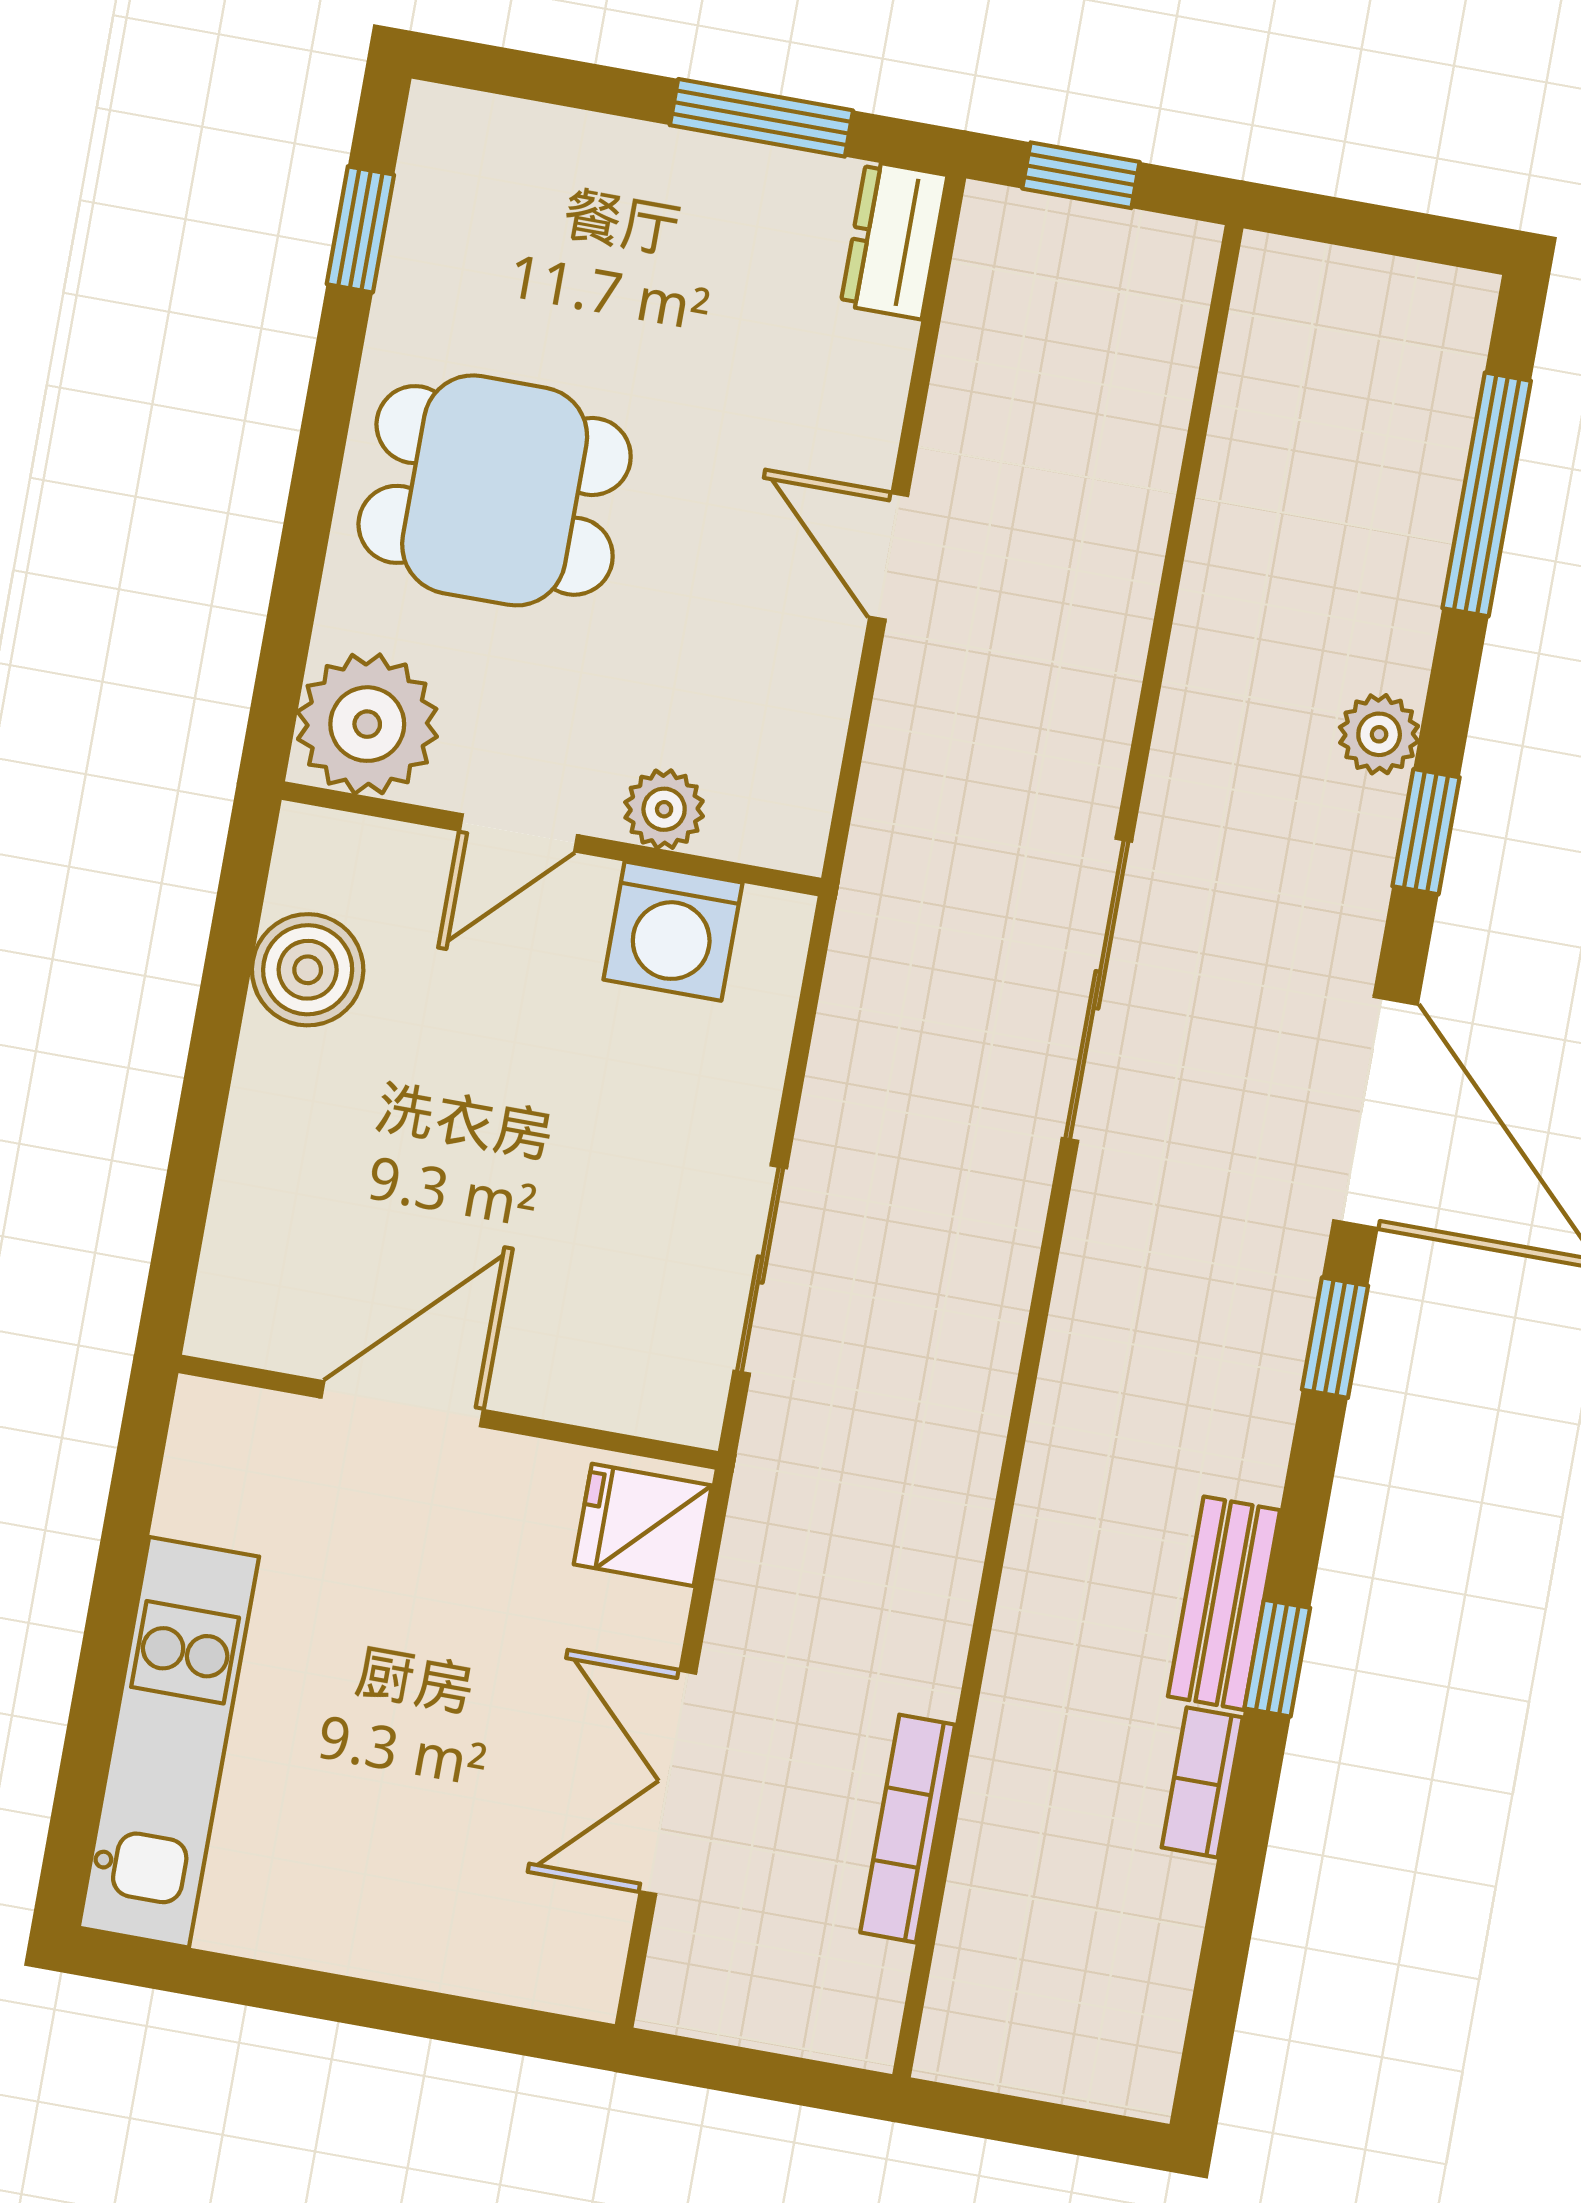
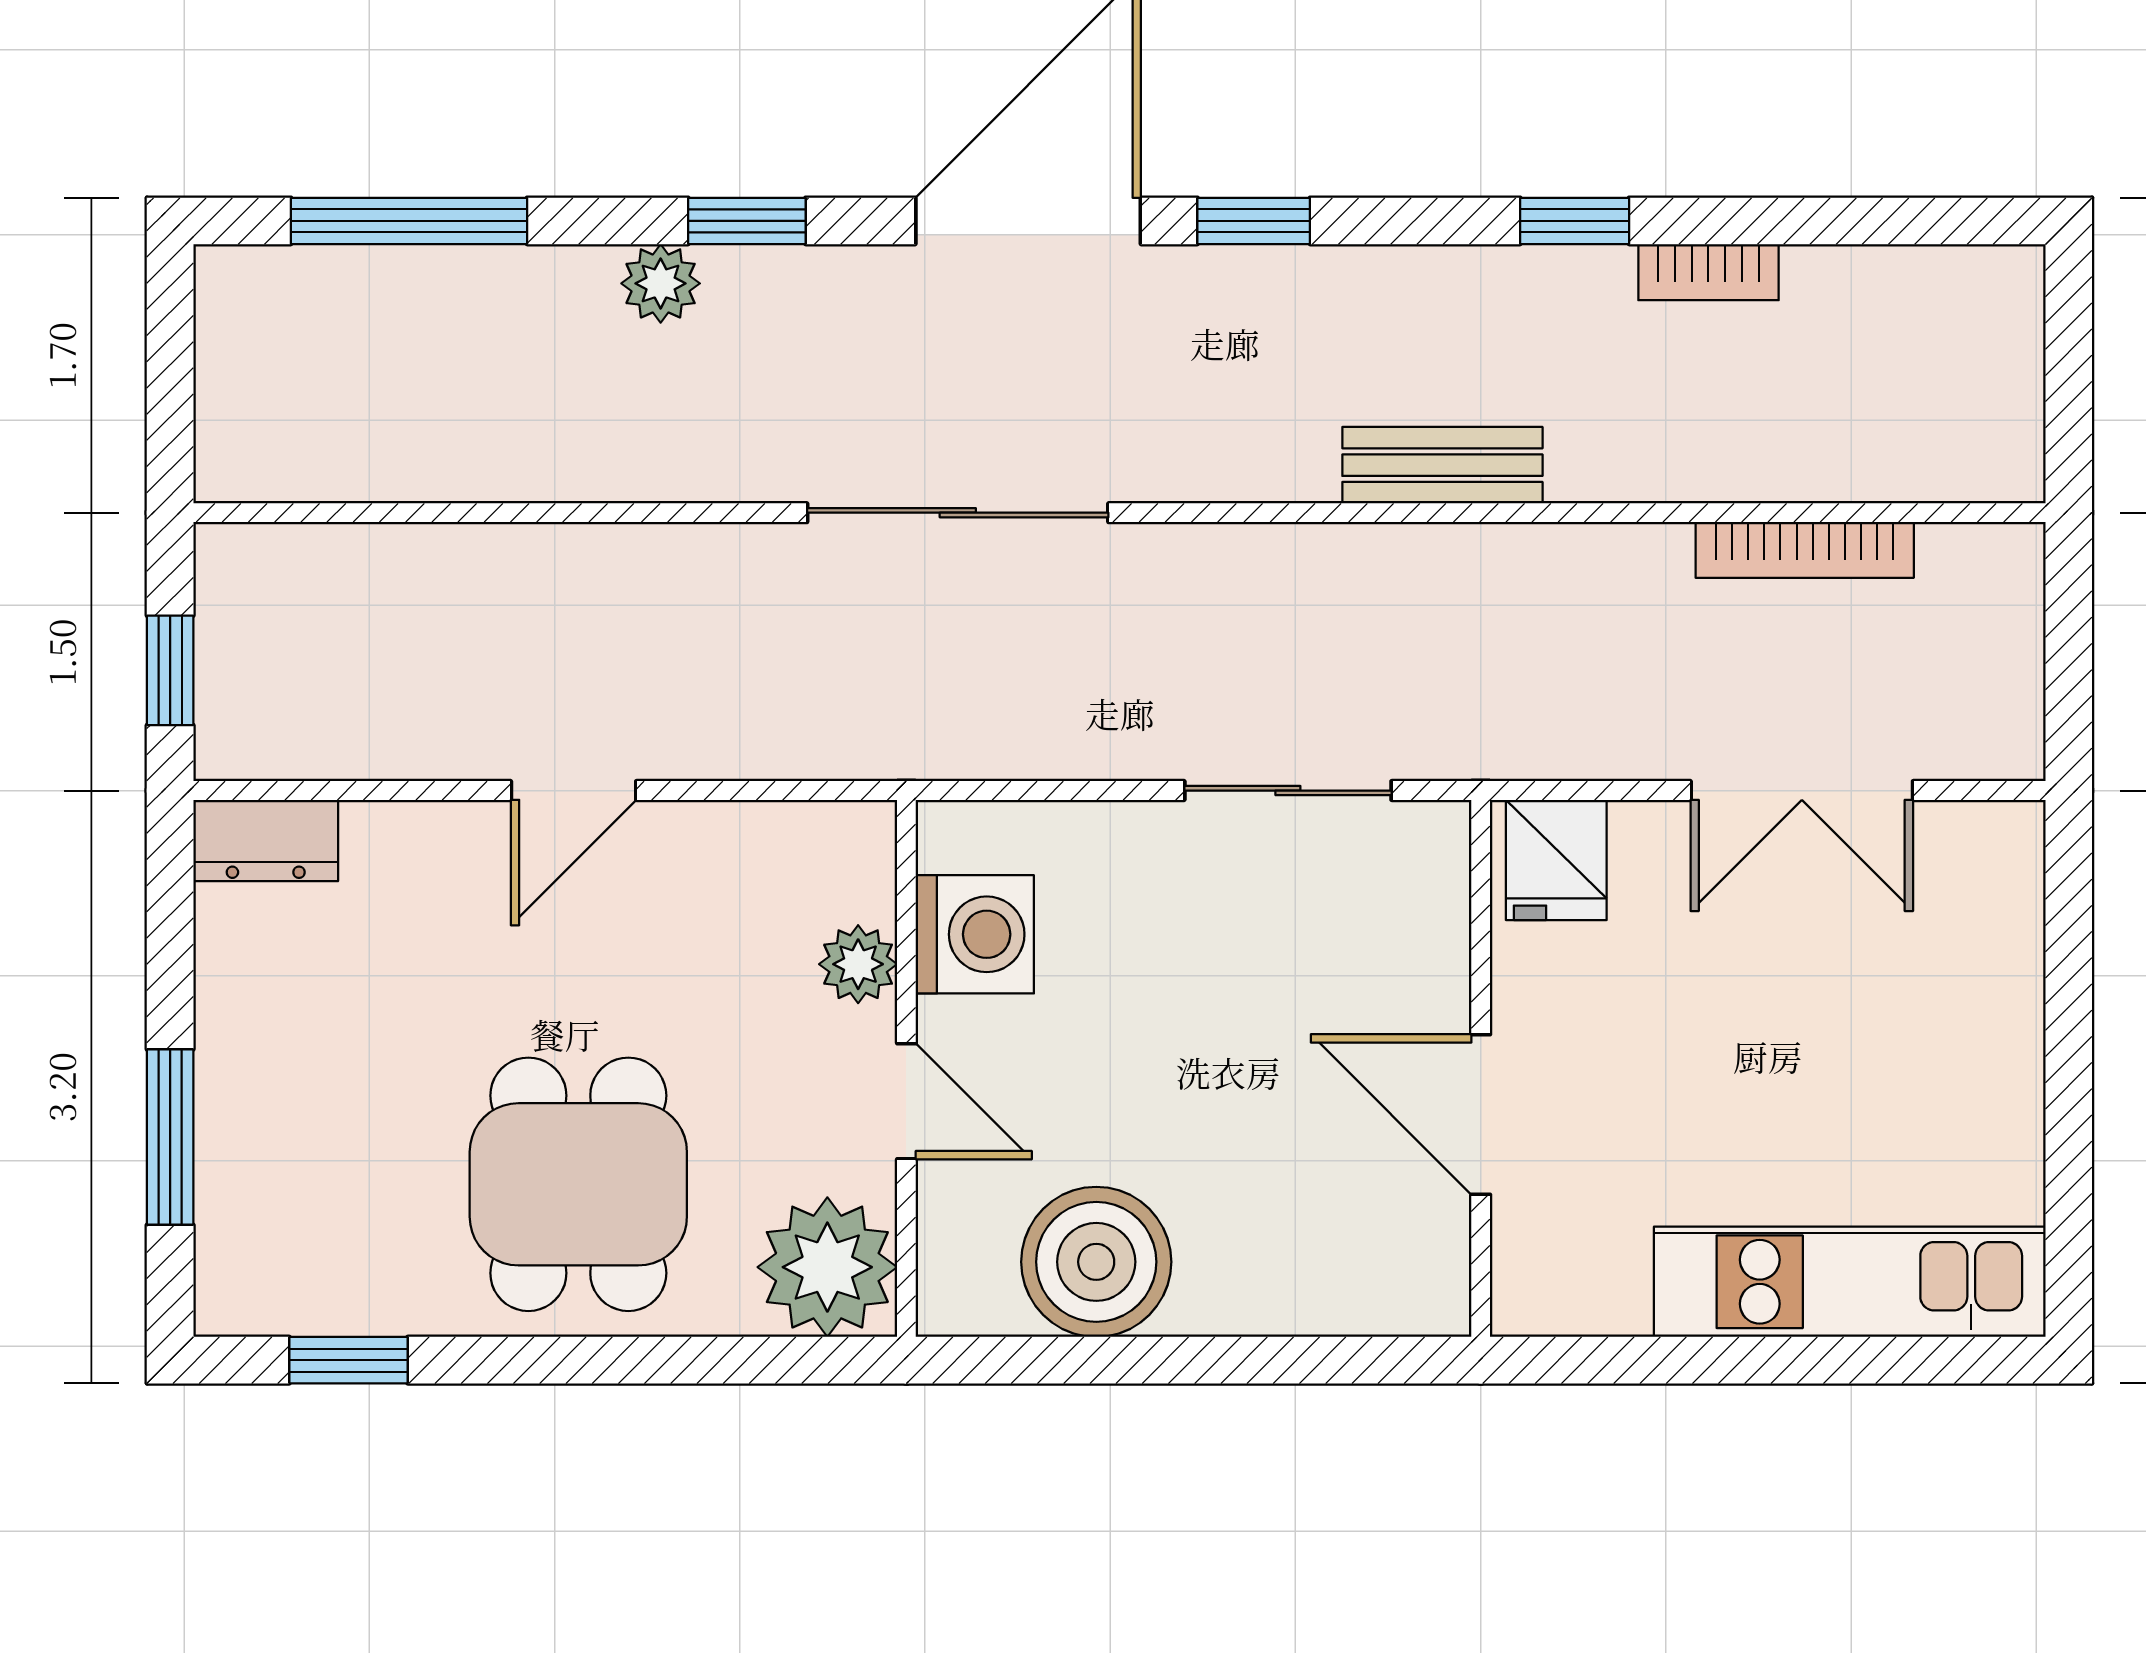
window: (761, 118) -> (170, 1137), moved
boiler: (308, 970) -> (1096, 1262), width x1.37, depth x1.37
bench: (1224, 1603) -> (1442, 465), moved

